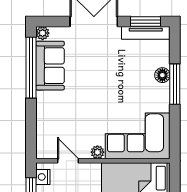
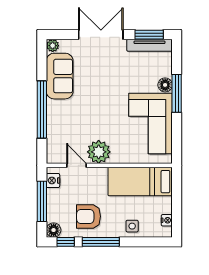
window: (31, 68) -> (42, 110), moved
corner sofa: (138, 136) -> (151, 124), moved, turned -90
plant: (97, 152) -> (99, 152), width x1.88, depth x1.88

